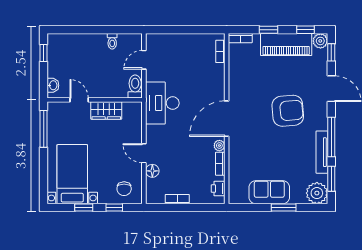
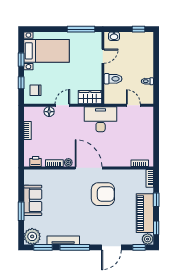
toilet: (135, 87) -> (113, 79), moved
wardrobe: (106, 110) -> (90, 97), moved, turned 90
armchair: (288, 111) -> (103, 194), moved, turned -85

